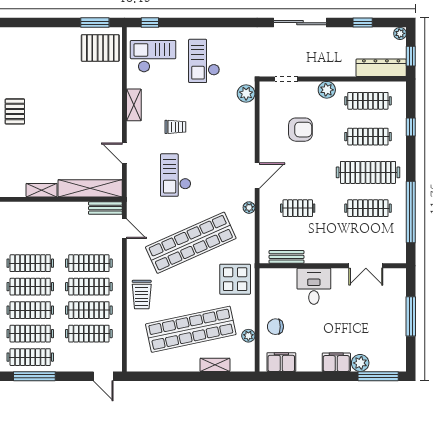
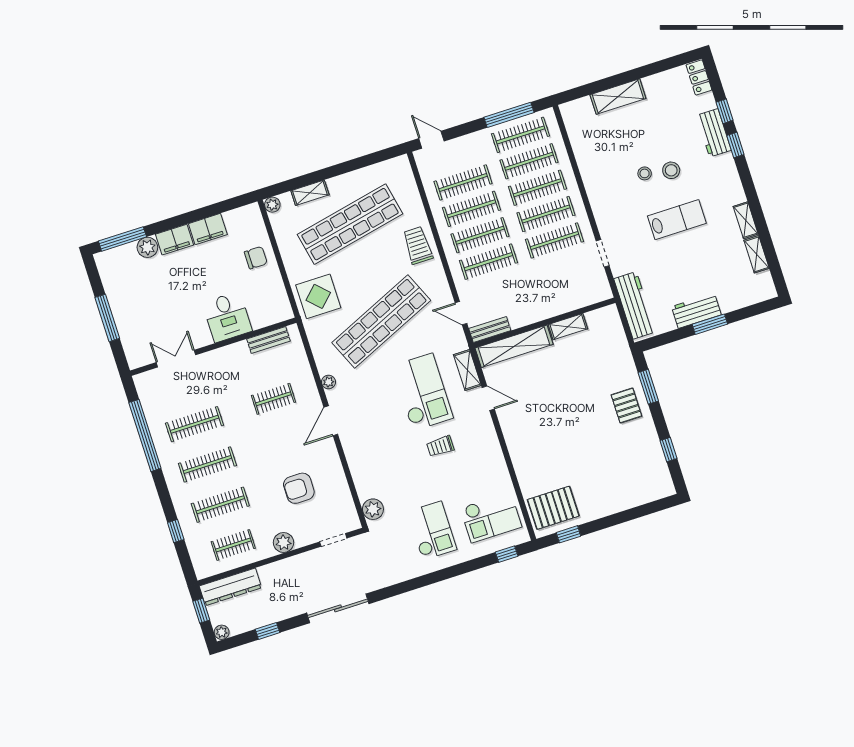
window: (95, 23) -> (569, 534), width x0.67
clothes rail: (368, 101) -> (233, 545), width x0.73
shelving: (134, 105) -> (467, 370), moved
clothes rail: (368, 172) -> (207, 464), width x0.73, depth x0.76
checkout: (176, 175) -> (423, 392), width x1.36, depth x1.21
plant: (248, 336) -> (272, 205), moved
filing cabinet: (281, 362) -> (208, 229), moved

